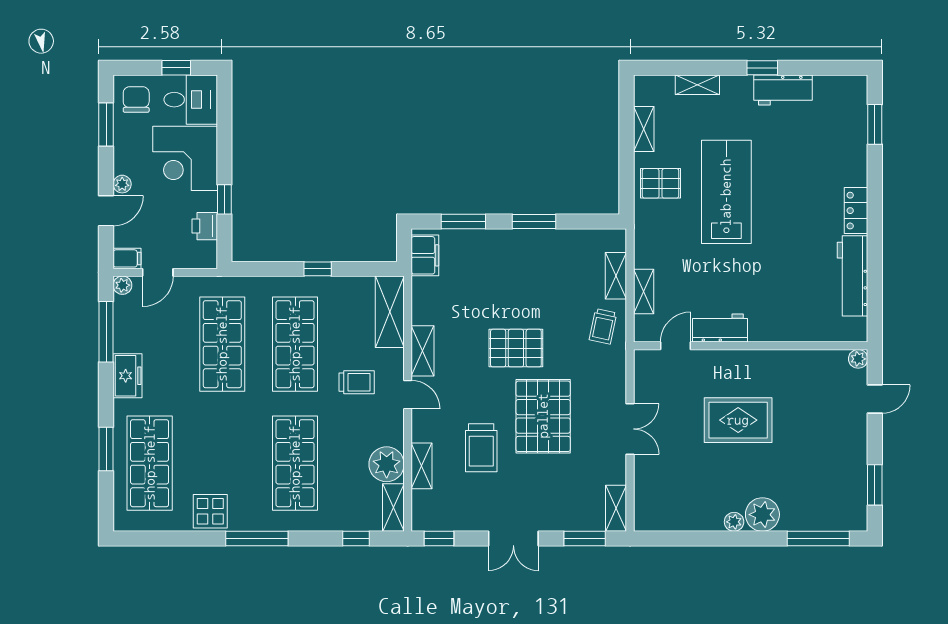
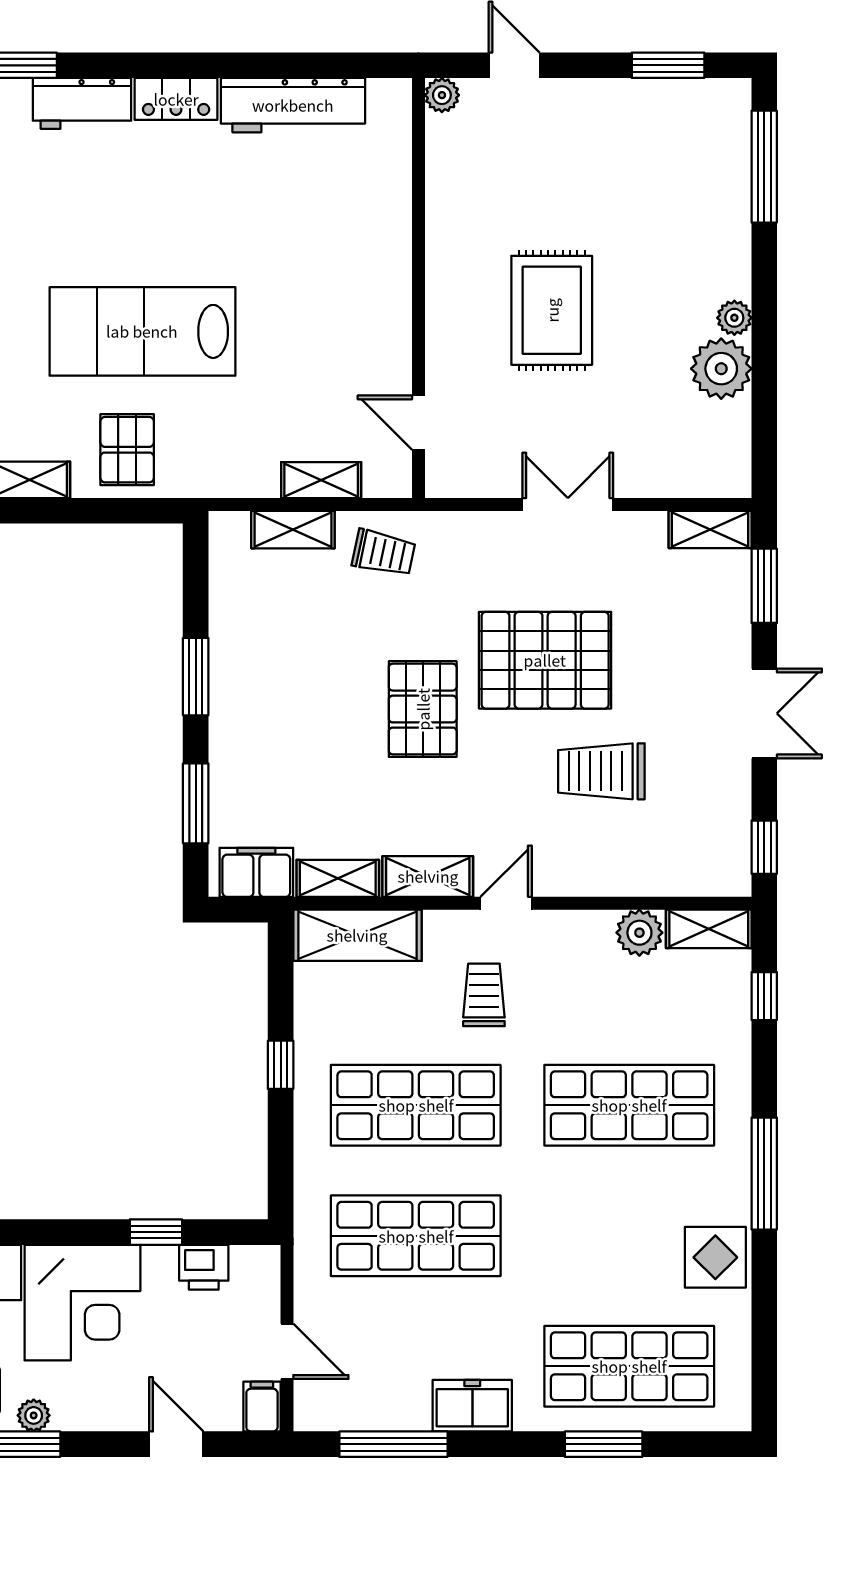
plant: (122, 184) -> (34, 1415), moved
plant: (122, 285) -> (310, 1415), removed
workbench: (720, 328) -> (82, 103), moved, turned -90
trolley: (481, 448) -> (601, 771), turned 180
plant: (387, 464) -> (639, 933), width x0.73, depth x0.73
shelving: (422, 466) -> (338, 878), moved
plant: (762, 515) -> (721, 369), moved

